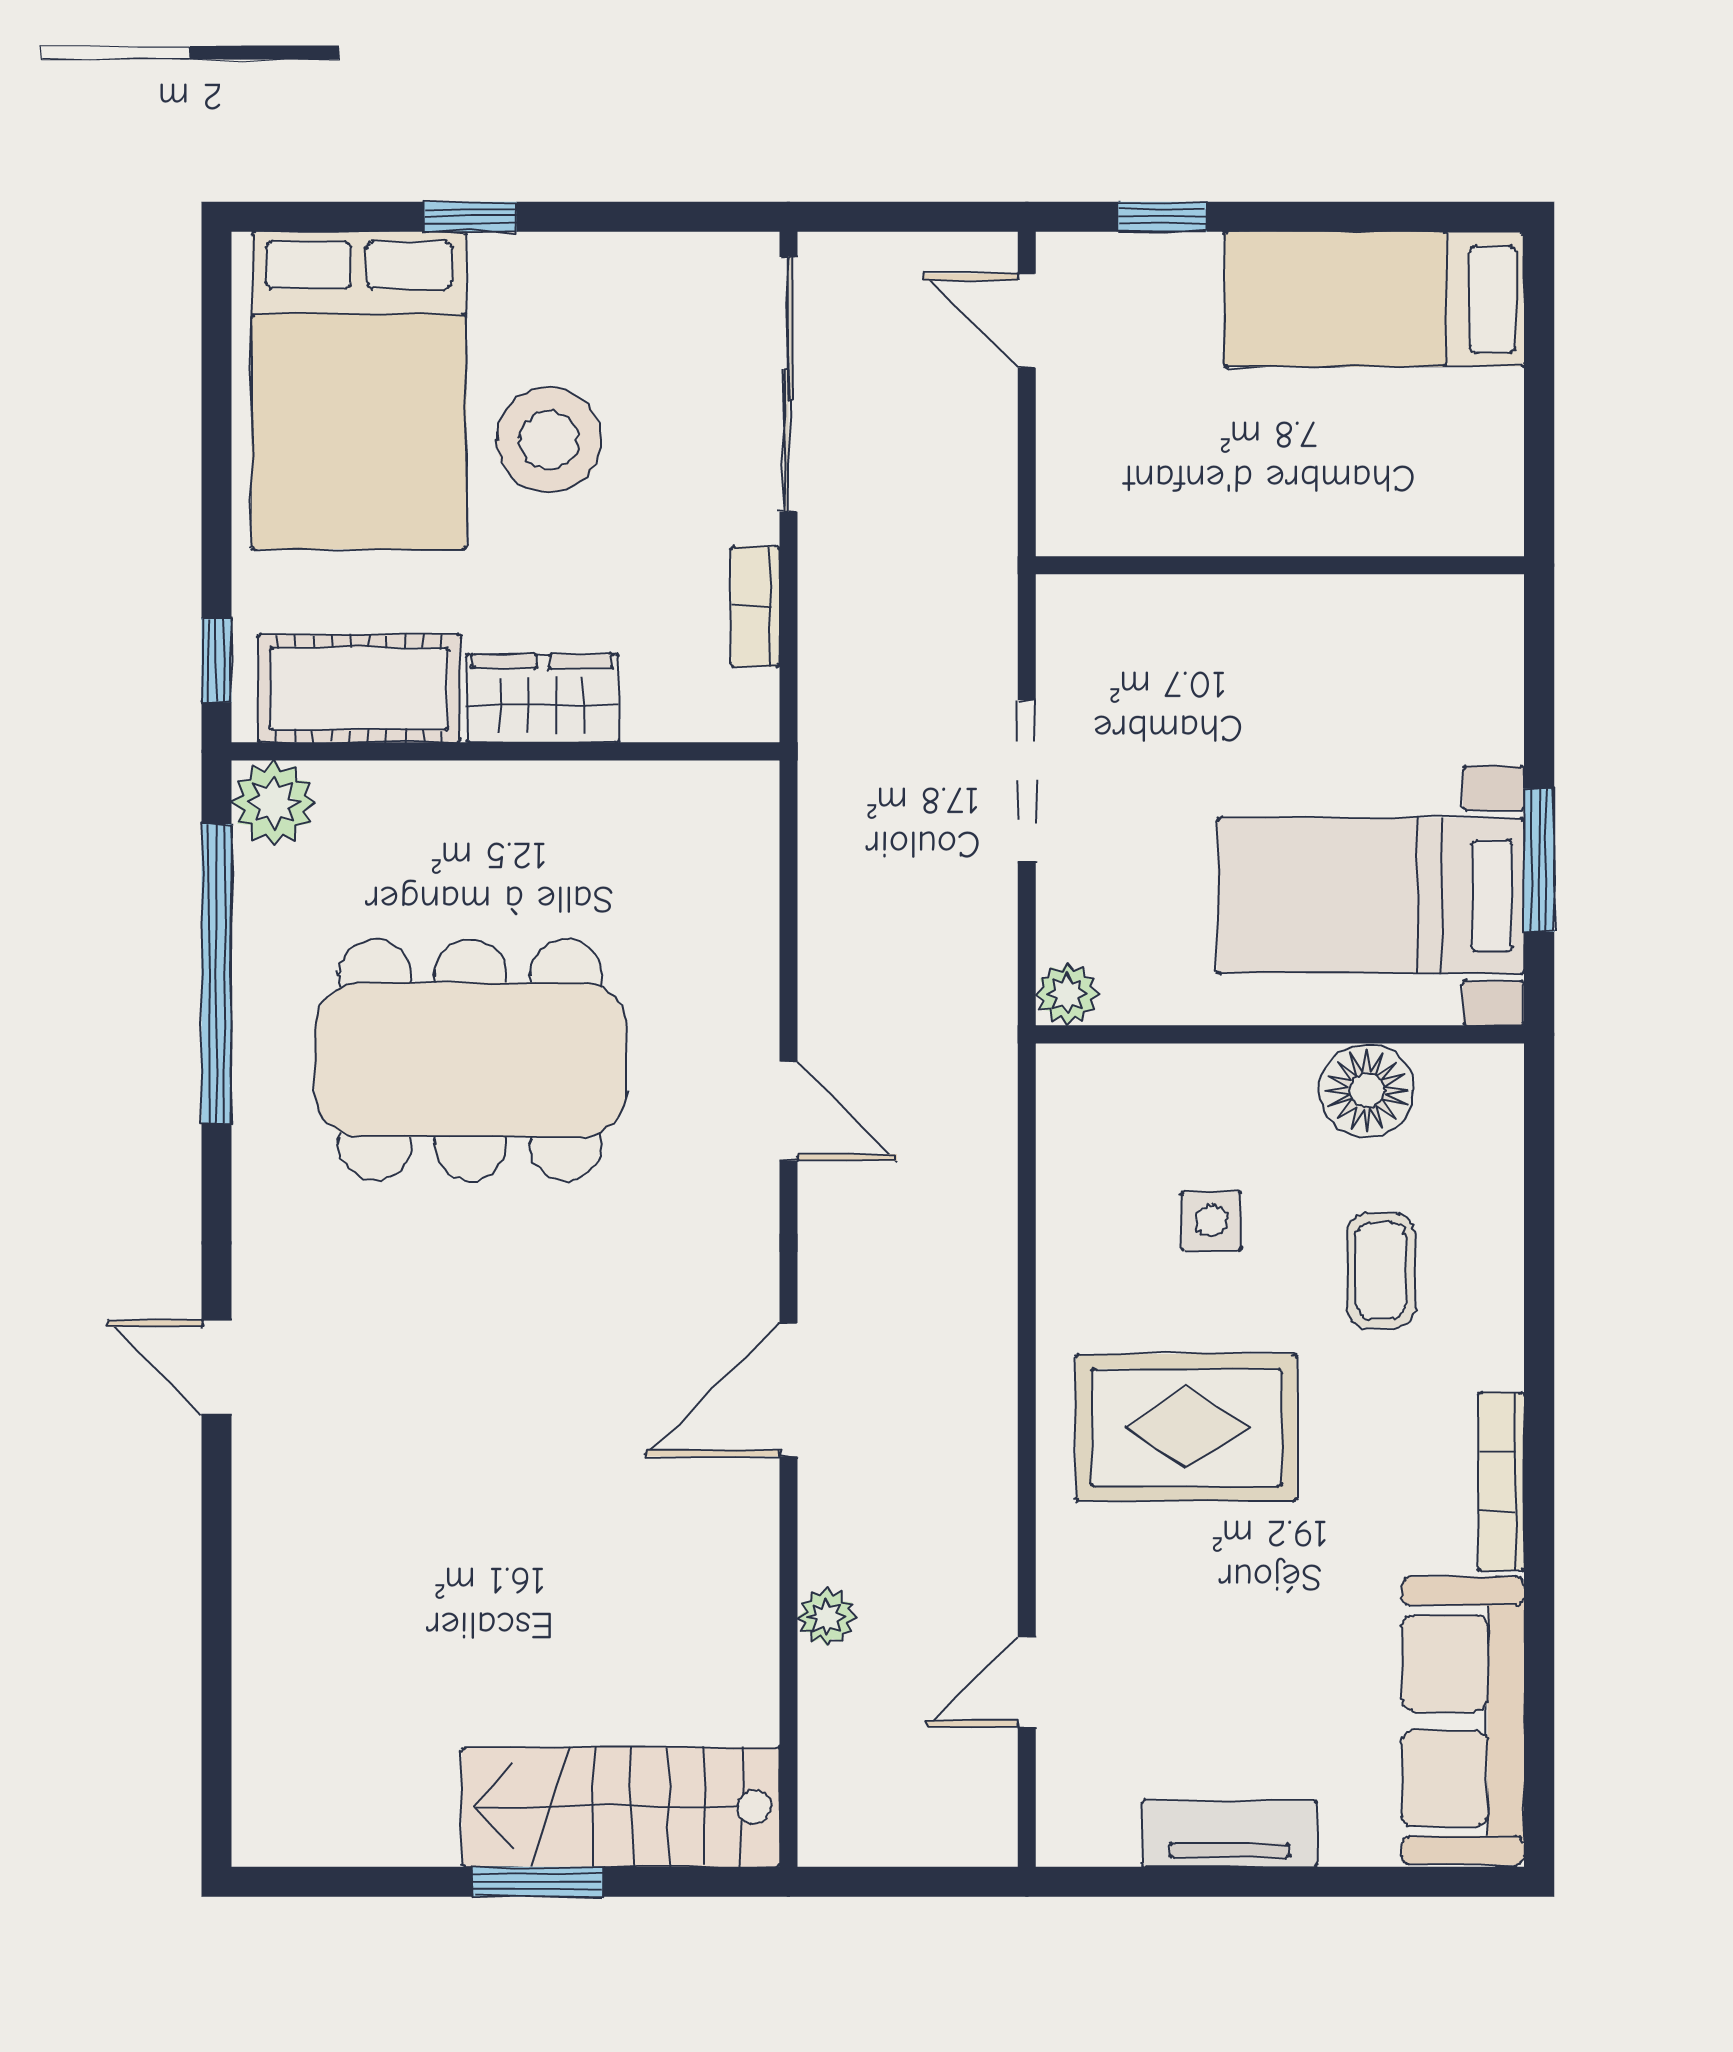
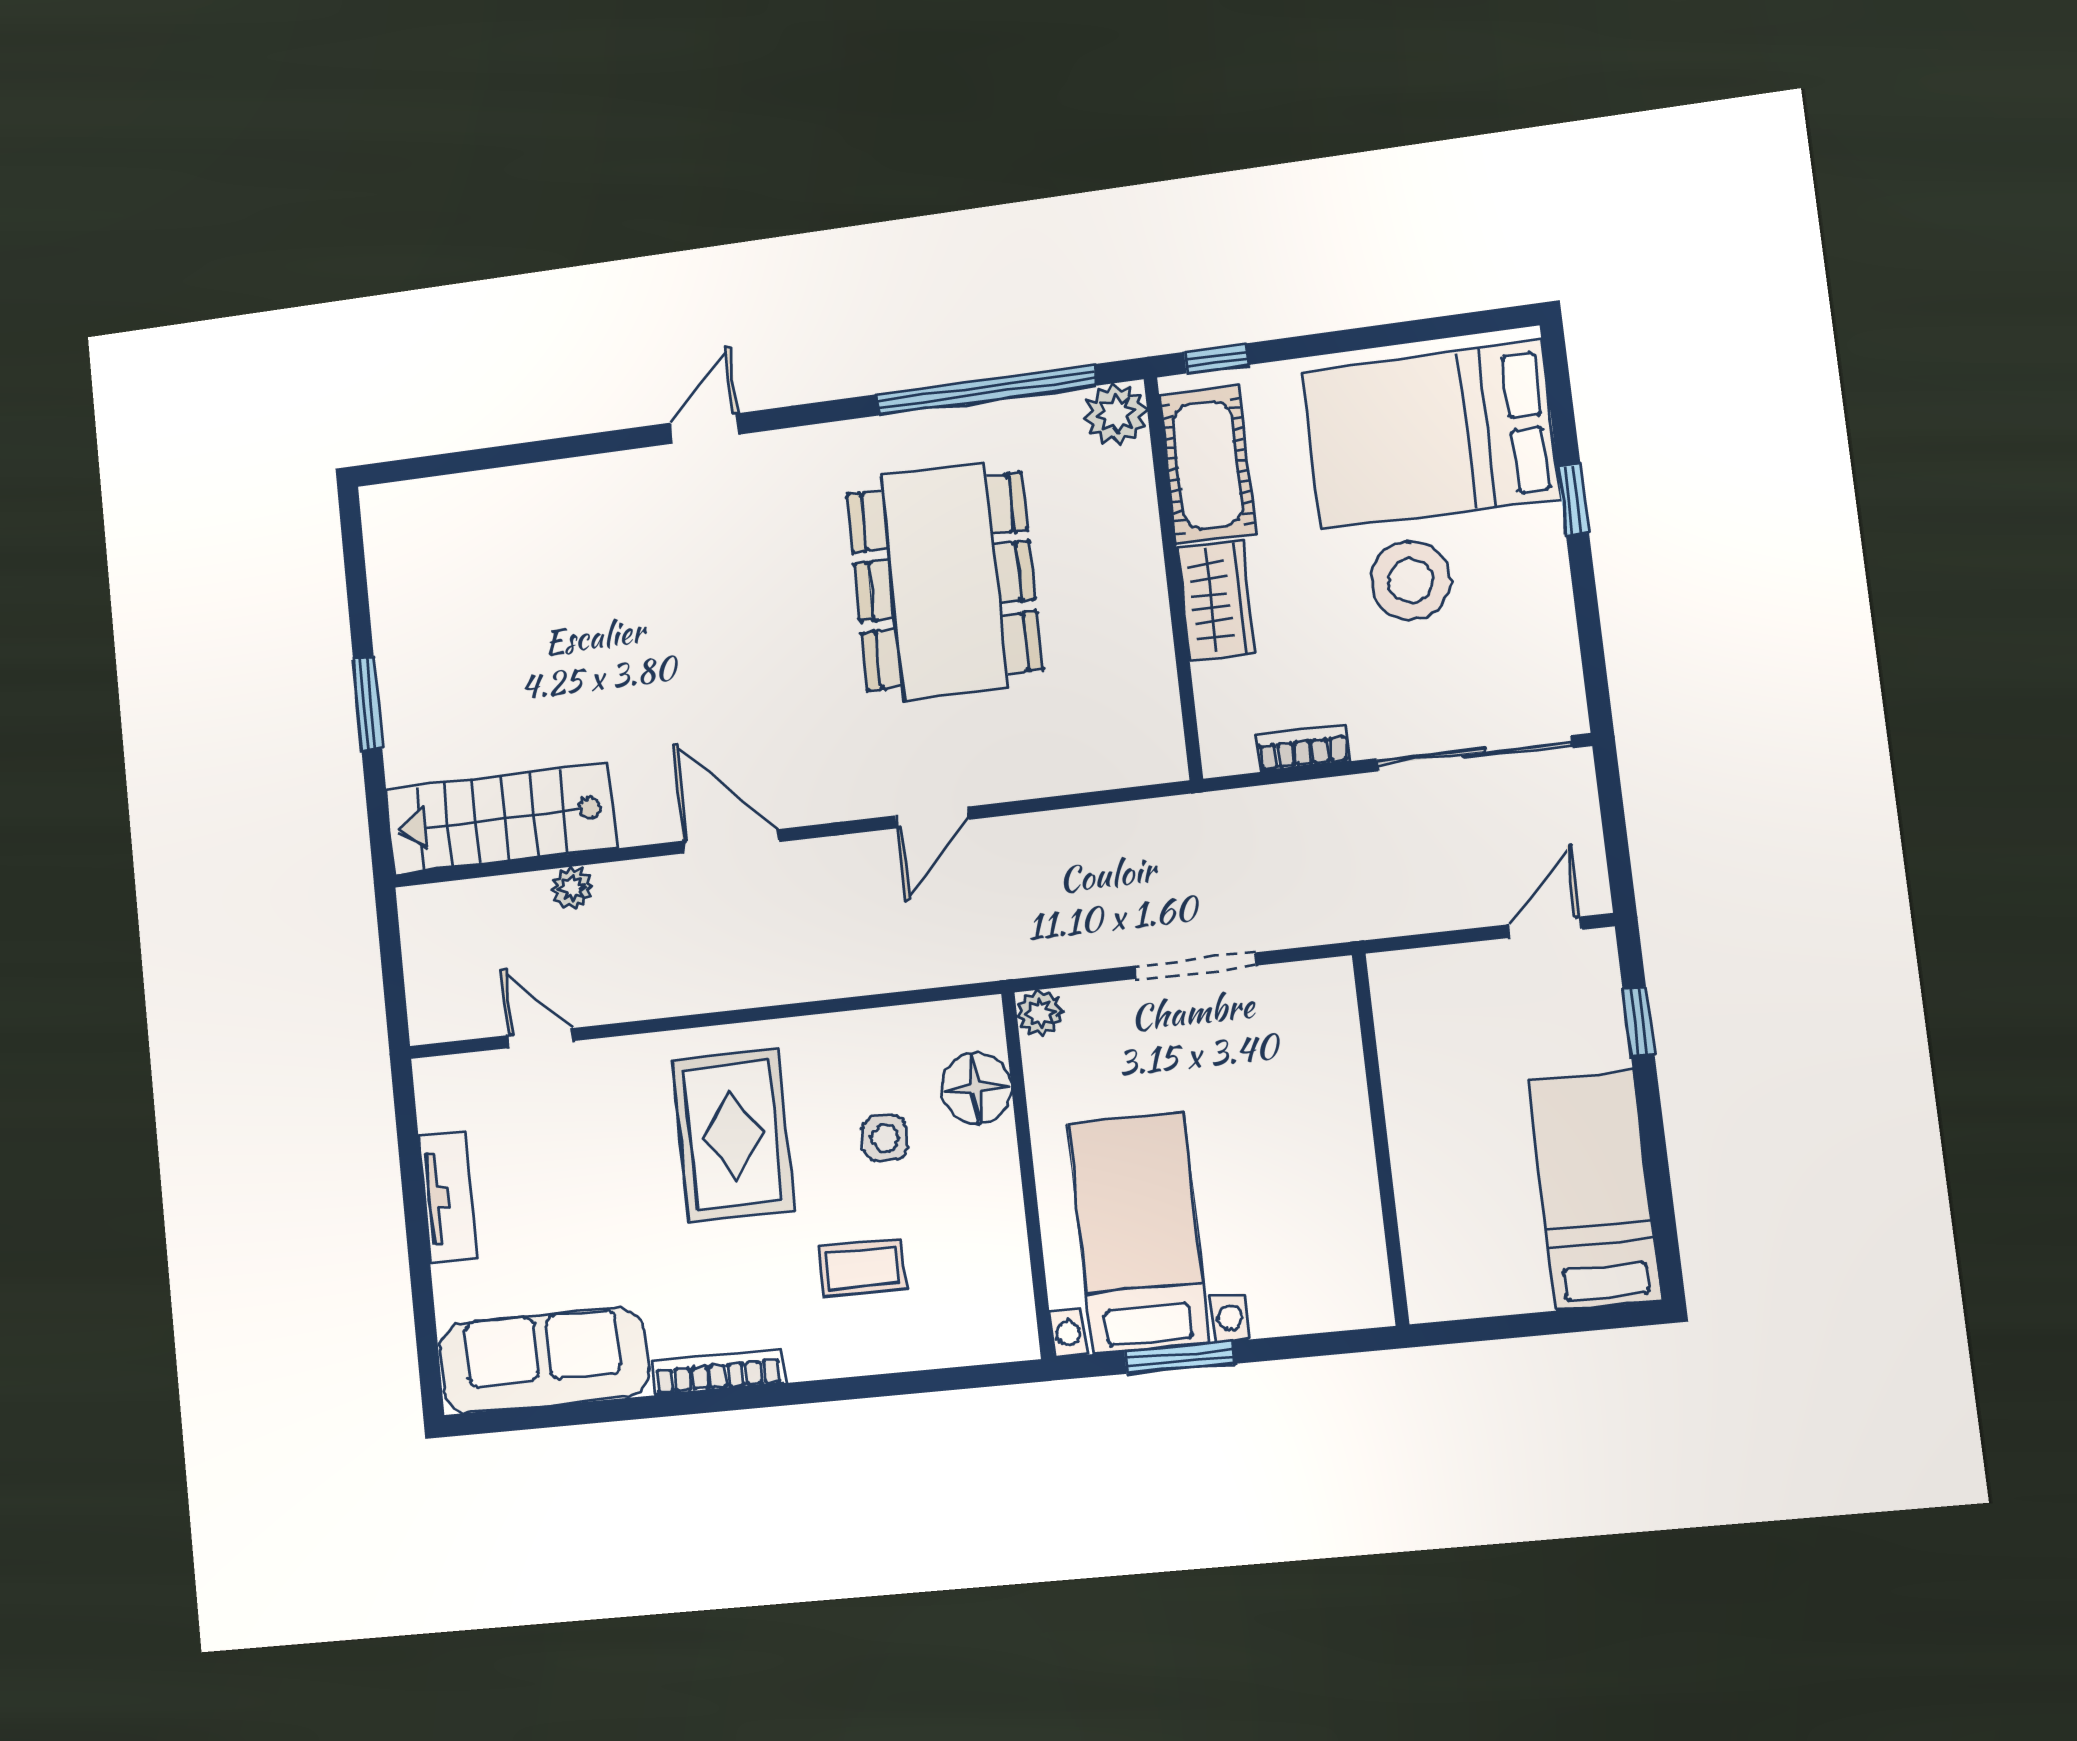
floor lamp: (1367, 1090) -> (976, 1088), moved
stairs: (621, 1807) -> (501, 819), moved, turned -90

